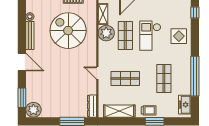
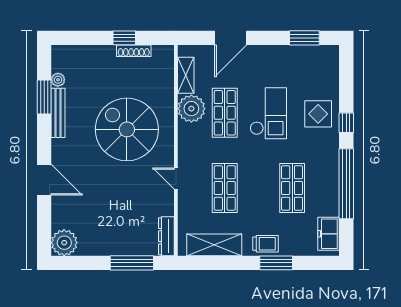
window: (195, 13) -> (346, 123), moved
spiral stairs: (68, 31) -> (127, 129), moved
checkout: (150, 36) -> (268, 113), turned 180
door: (22, 62) -> (44, 180), moved
shop shelf: (125, 79) -> (225, 188), turned 90
window: (22, 98) -> (44, 97), moved

